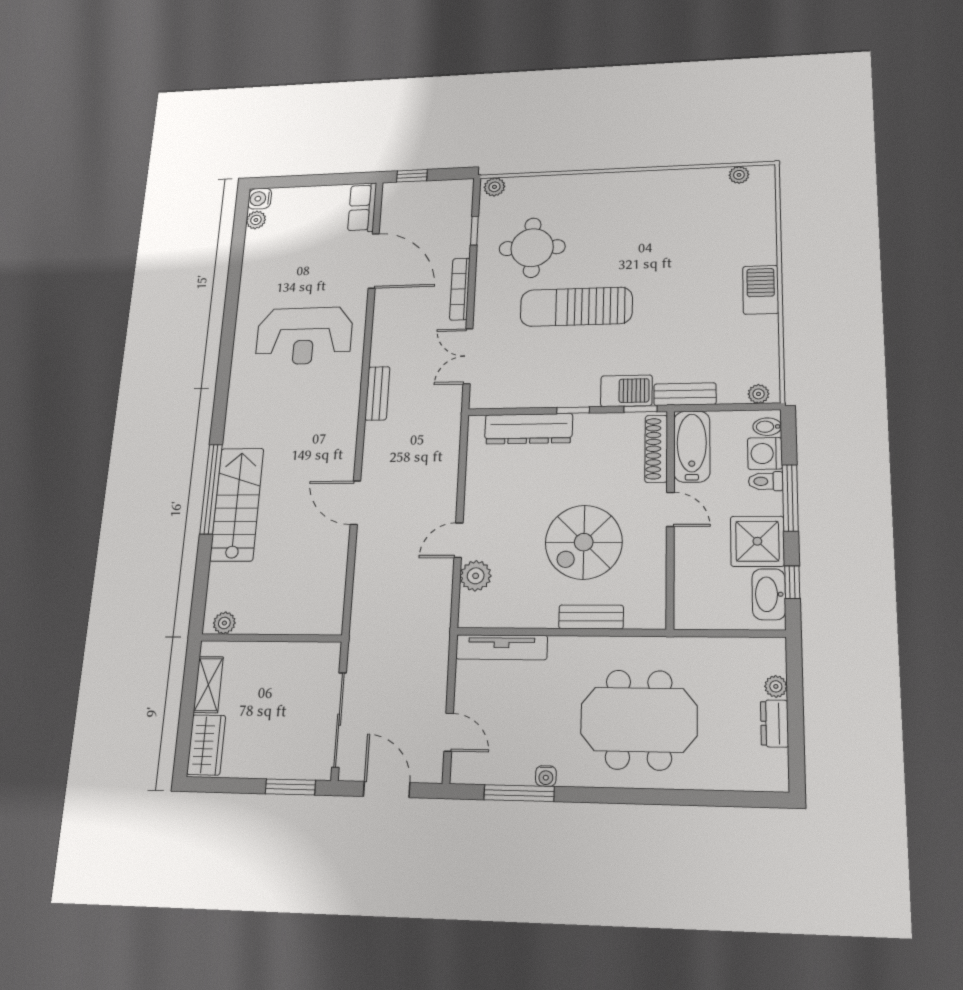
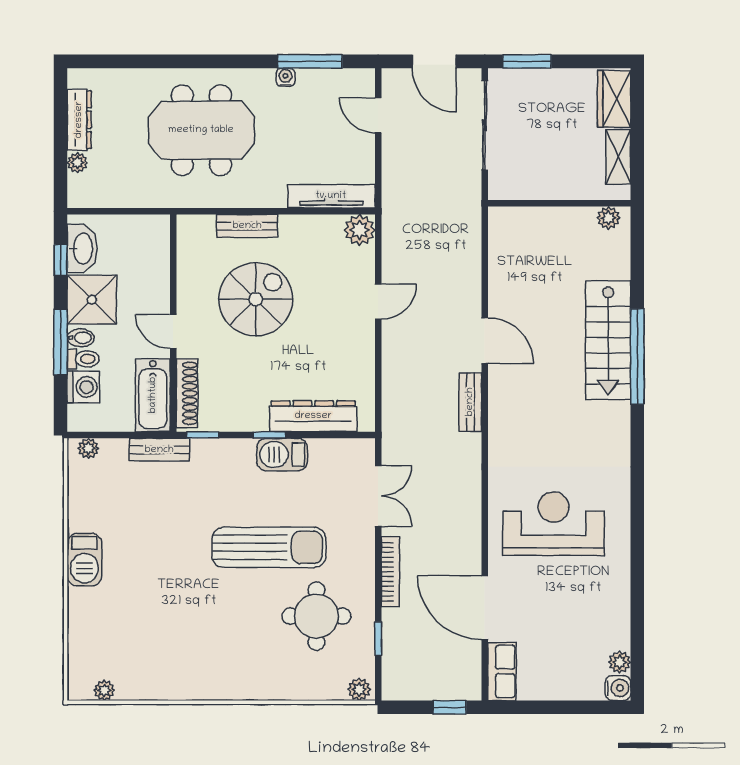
barbecue: (626, 391) -> (282, 455), moved
bench: (377, 393) -> (470, 402), moved
bidet: (767, 427) -> (81, 338), moved
plant: (476, 576) -> (360, 230), moved
dresser: (775, 723) -> (79, 120), width x1.44

